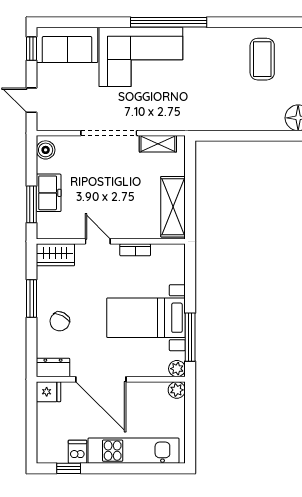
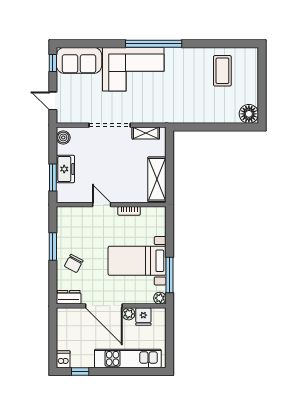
wardrobe: (55, 255) -> (70, 215), removed
plant: (177, 390) -> (129, 314), moved
fridge: (48, 392) -> (143, 317), moved, turned 90
dishwasher: (77, 452) -> (63, 359), moved

